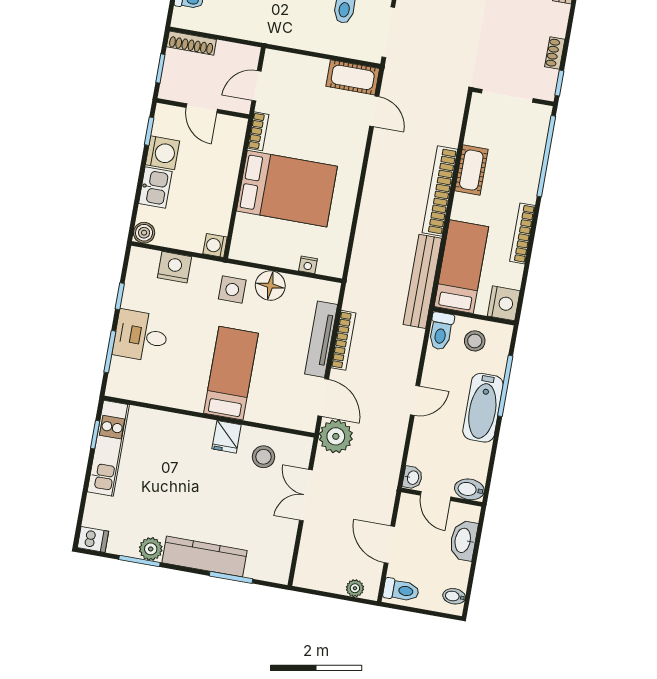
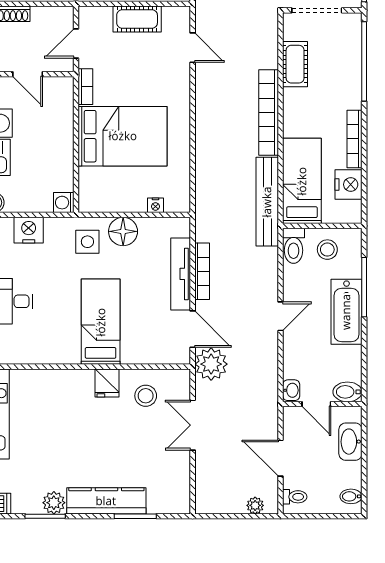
cot: (353, 77) -> (137, 19), moved
cot: (471, 170) -> (295, 64), moved
nightstand: (504, 303) -> (349, 184), moved
toilet: (401, 590) -> (295, 497), width x0.73, depth x0.72

